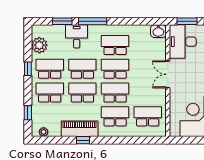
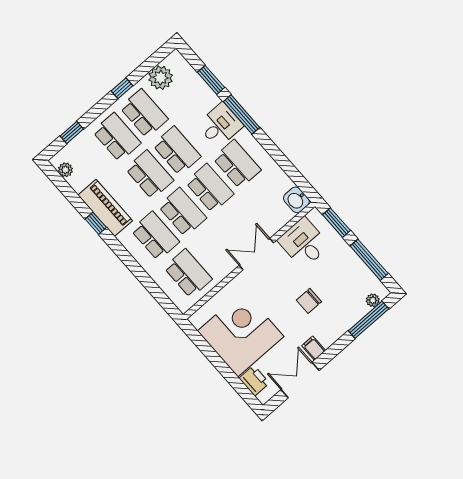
desk: (77, 36) -> (220, 125), moved
desk: (183, 42) -> (304, 243), width x0.73

